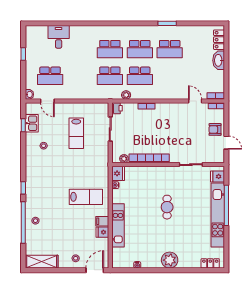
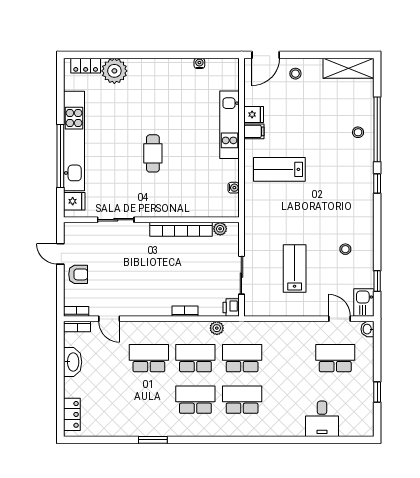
school desk: (170, 49) -> (149, 358), moved
washbasin: (219, 60) -> (73, 362), moved
kitchen sink: (32, 123) -> (364, 303), moved
fridge: (118, 173) -> (229, 206), removed
plant: (170, 260) -> (114, 71), moved

